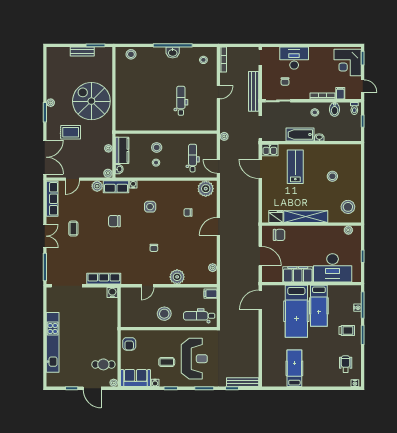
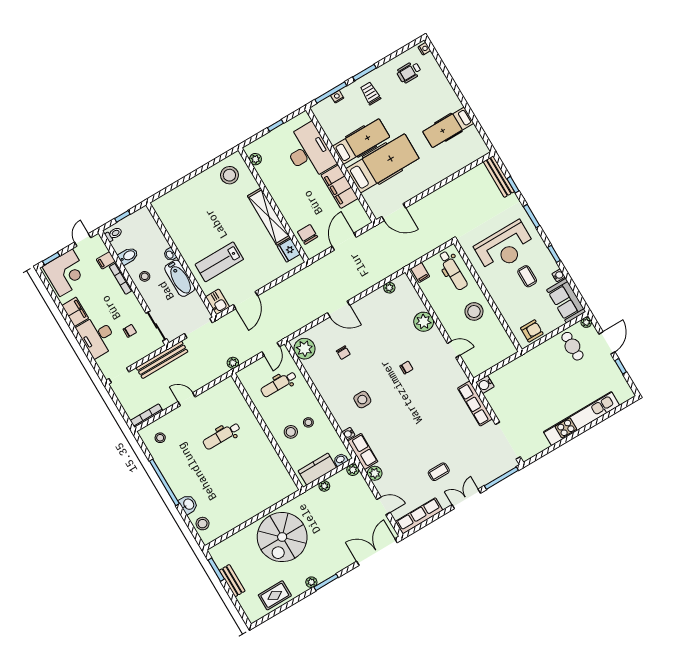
washbasin: (173, 53) -> (188, 504), moved
filing cabinet: (319, 53) -> (75, 312), added
rug: (71, 132) -> (275, 595), moved, turned 90
stool: (332, 176) -> (205, 213), removed
chair: (114, 221) -> (403, 430), removed
reception desk: (194, 359) -> (505, 247), turned 180

